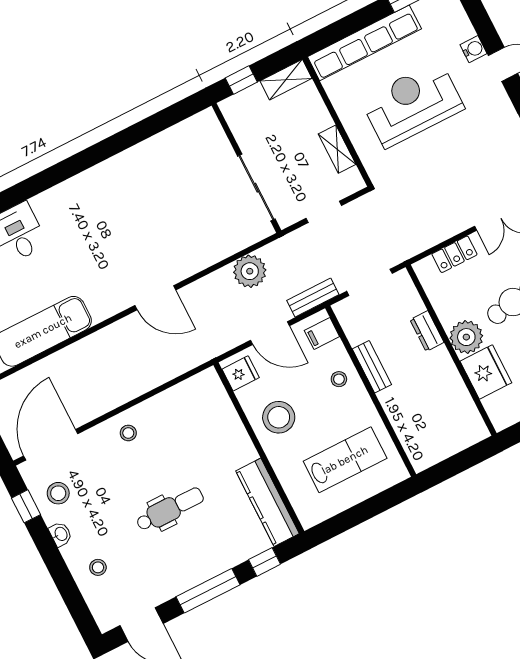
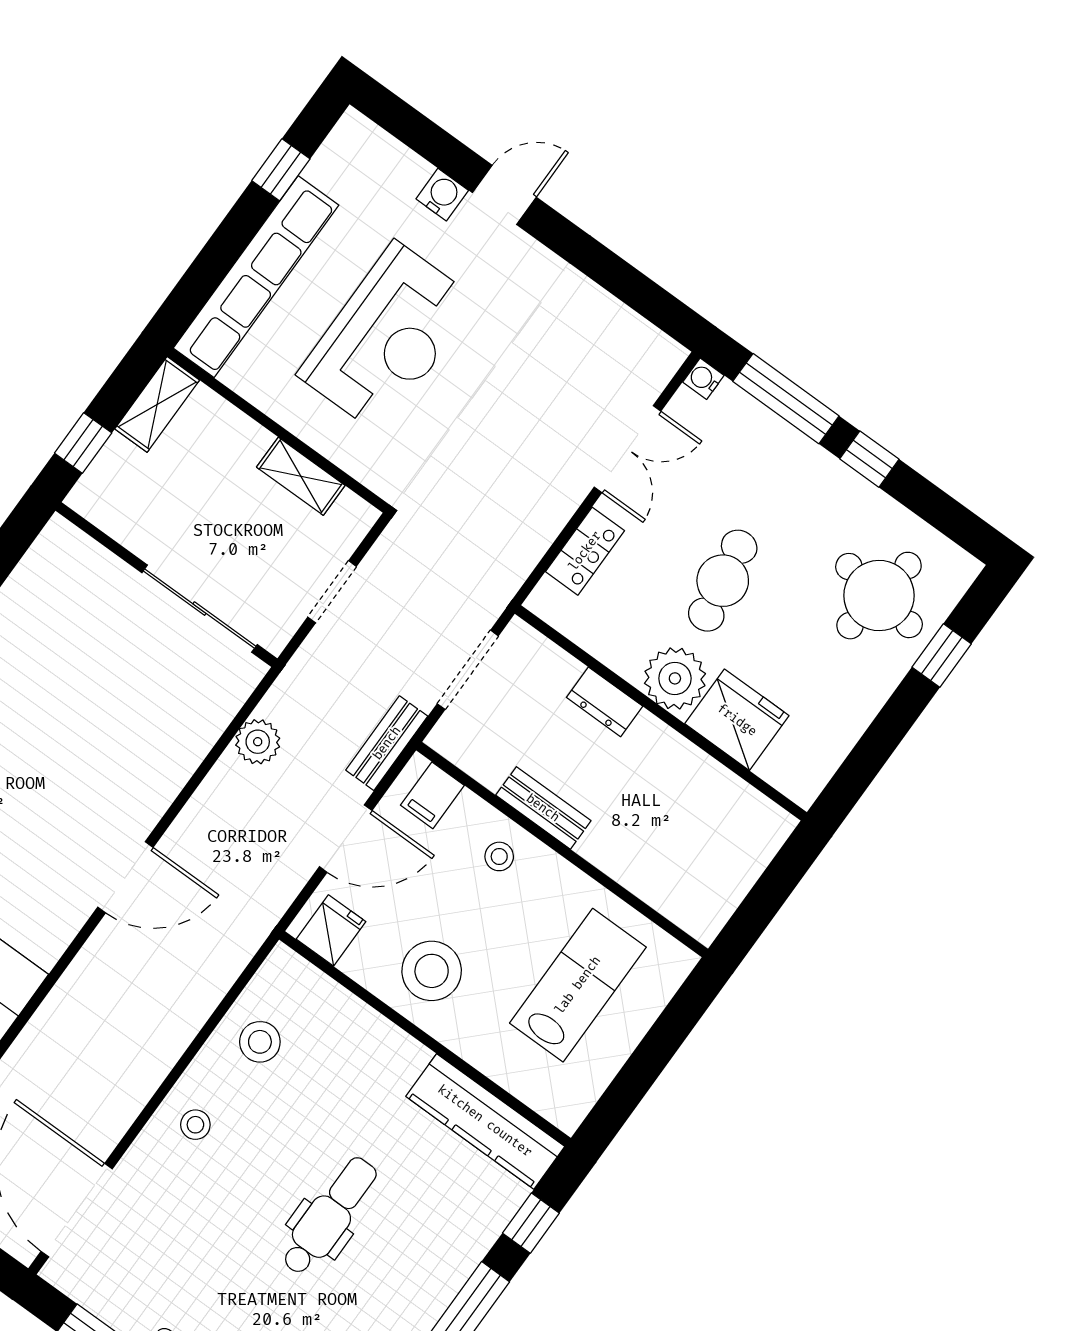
reception desk: (412, 104) -> (387, 338), turned 180
plant: (250, 271) -> (258, 742), width x0.73, depth x0.73
stool: (58, 493) -> (260, 1042), moved

